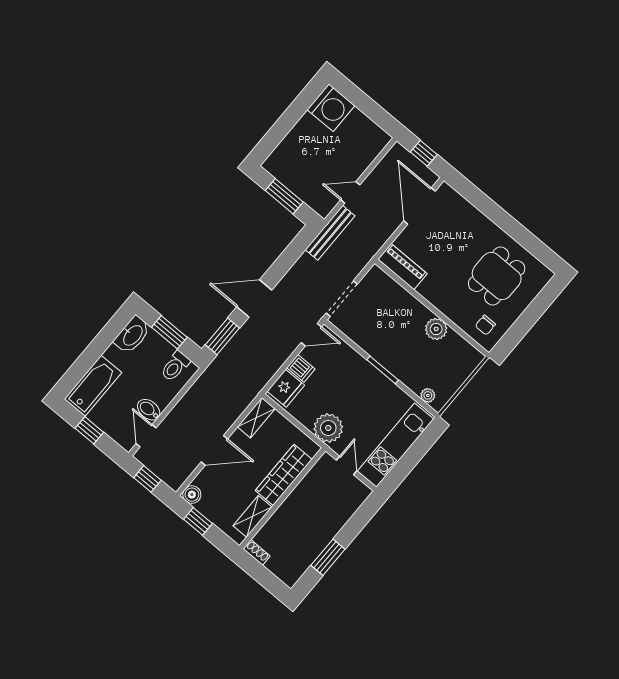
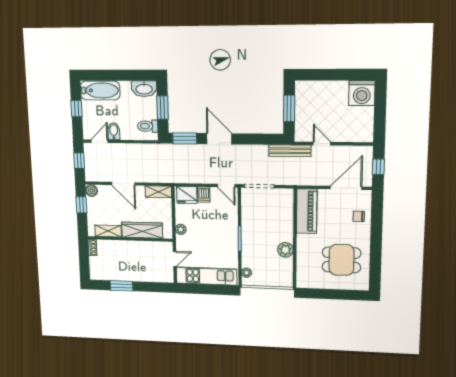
piano: (402, 267) -> (307, 211), width x1.37, depth x1.33
chair: (485, 325) -> (359, 216), moved
plant: (328, 428) -> (181, 229), width x0.53, depth x0.53

